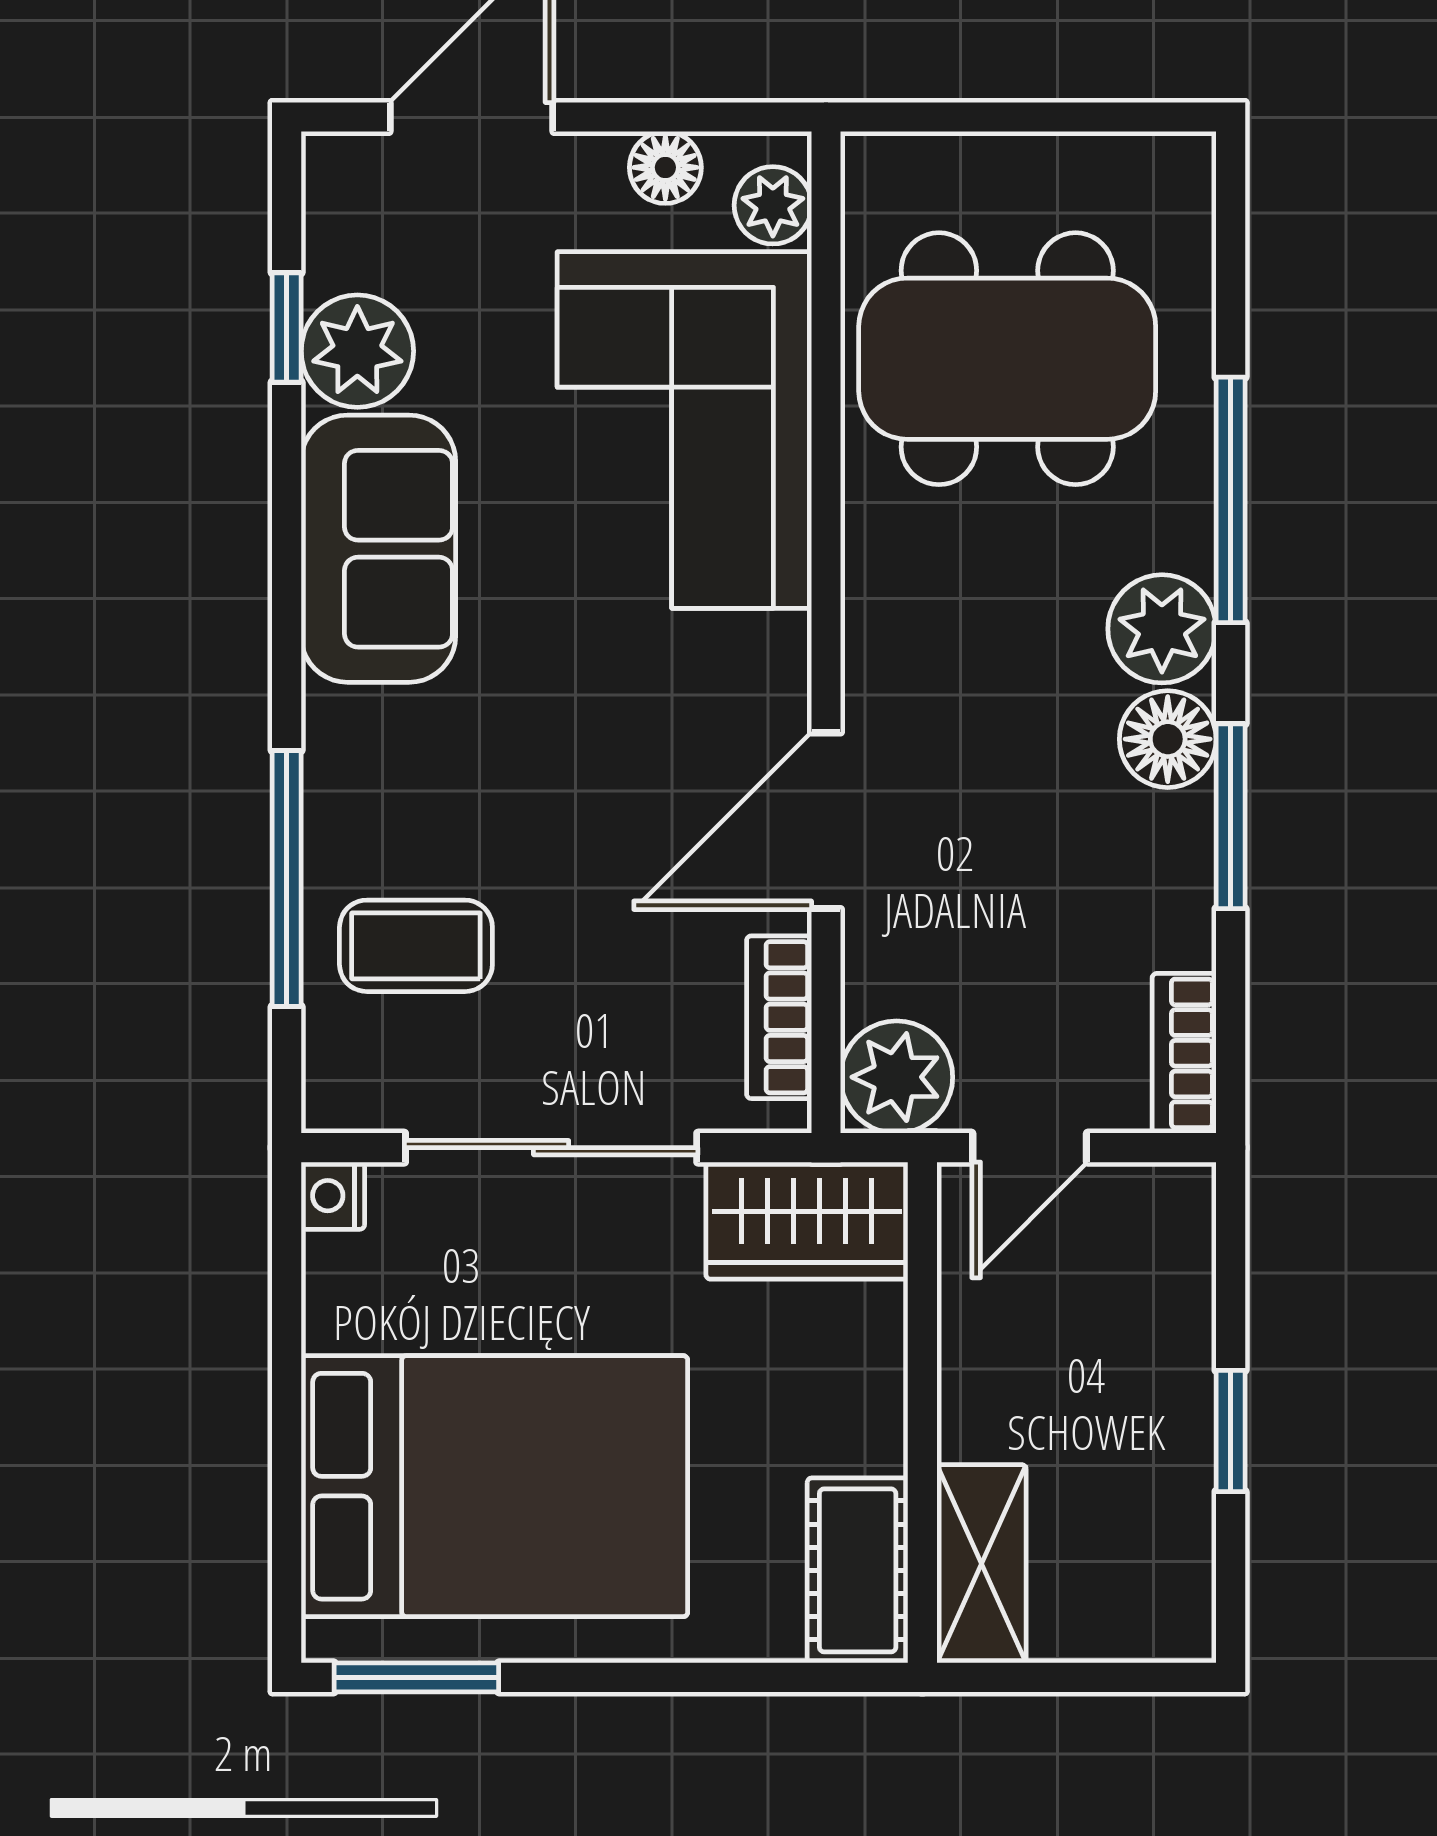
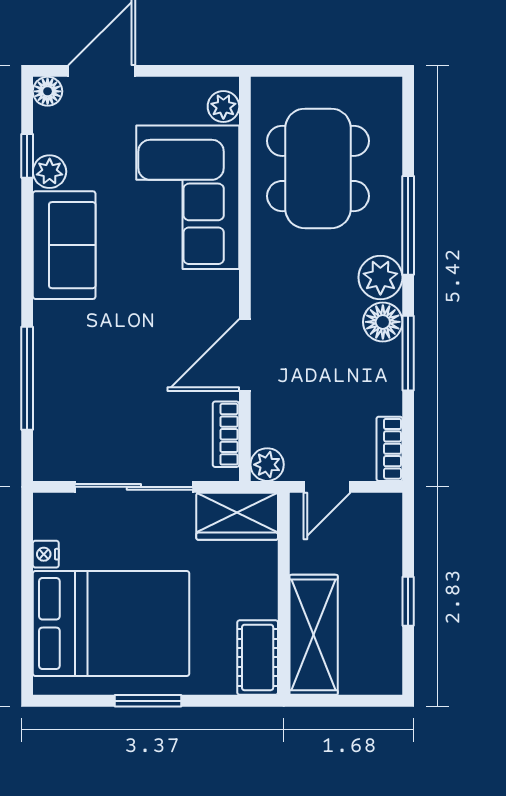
floor lamp: (665, 167) -> (48, 91), moved
plant: (357, 351) -> (50, 172), width x0.73, depth x0.73
dining table: (1007, 359) -> (318, 168), turned 90
coffee table: (416, 946) -> (79, 405), removed
plant: (897, 1077) -> (267, 465), width x0.73, depth x0.73
nightstand: (333, 1196) -> (46, 554), moved
shelving: (981, 1564) -> (314, 635), width x1.50, depth x1.33
window: (416, 1677) -> (148, 701), moved

